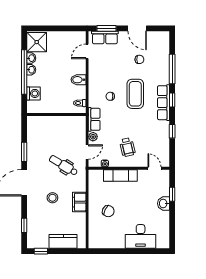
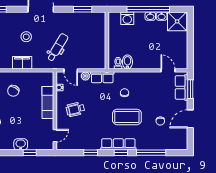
bidet: (78, 80) -> (127, 62), moved
window: (24, 152) -> (83, 9), moved

